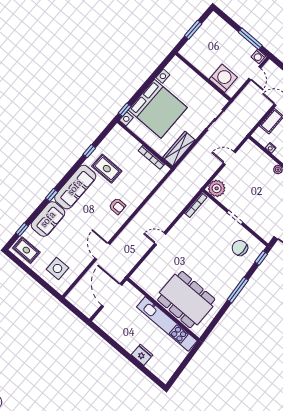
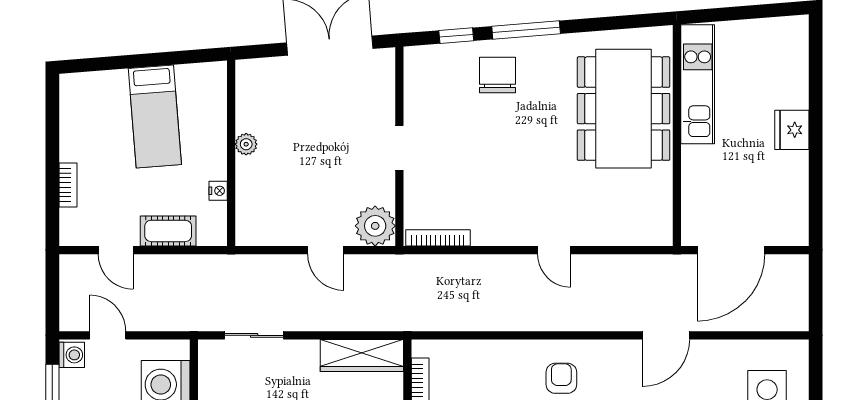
door: (255, 73) -> (108, 335), hinge flipped
door: (229, 158) -> (326, 250), moved
chair: (240, 248) -> (498, 75), moved, turned 180
window: (261, 258) -> (456, 36), moved
kitchen unit: (167, 324) -> (698, 84), width x0.73
fridge: (142, 355) -> (792, 130), moved

